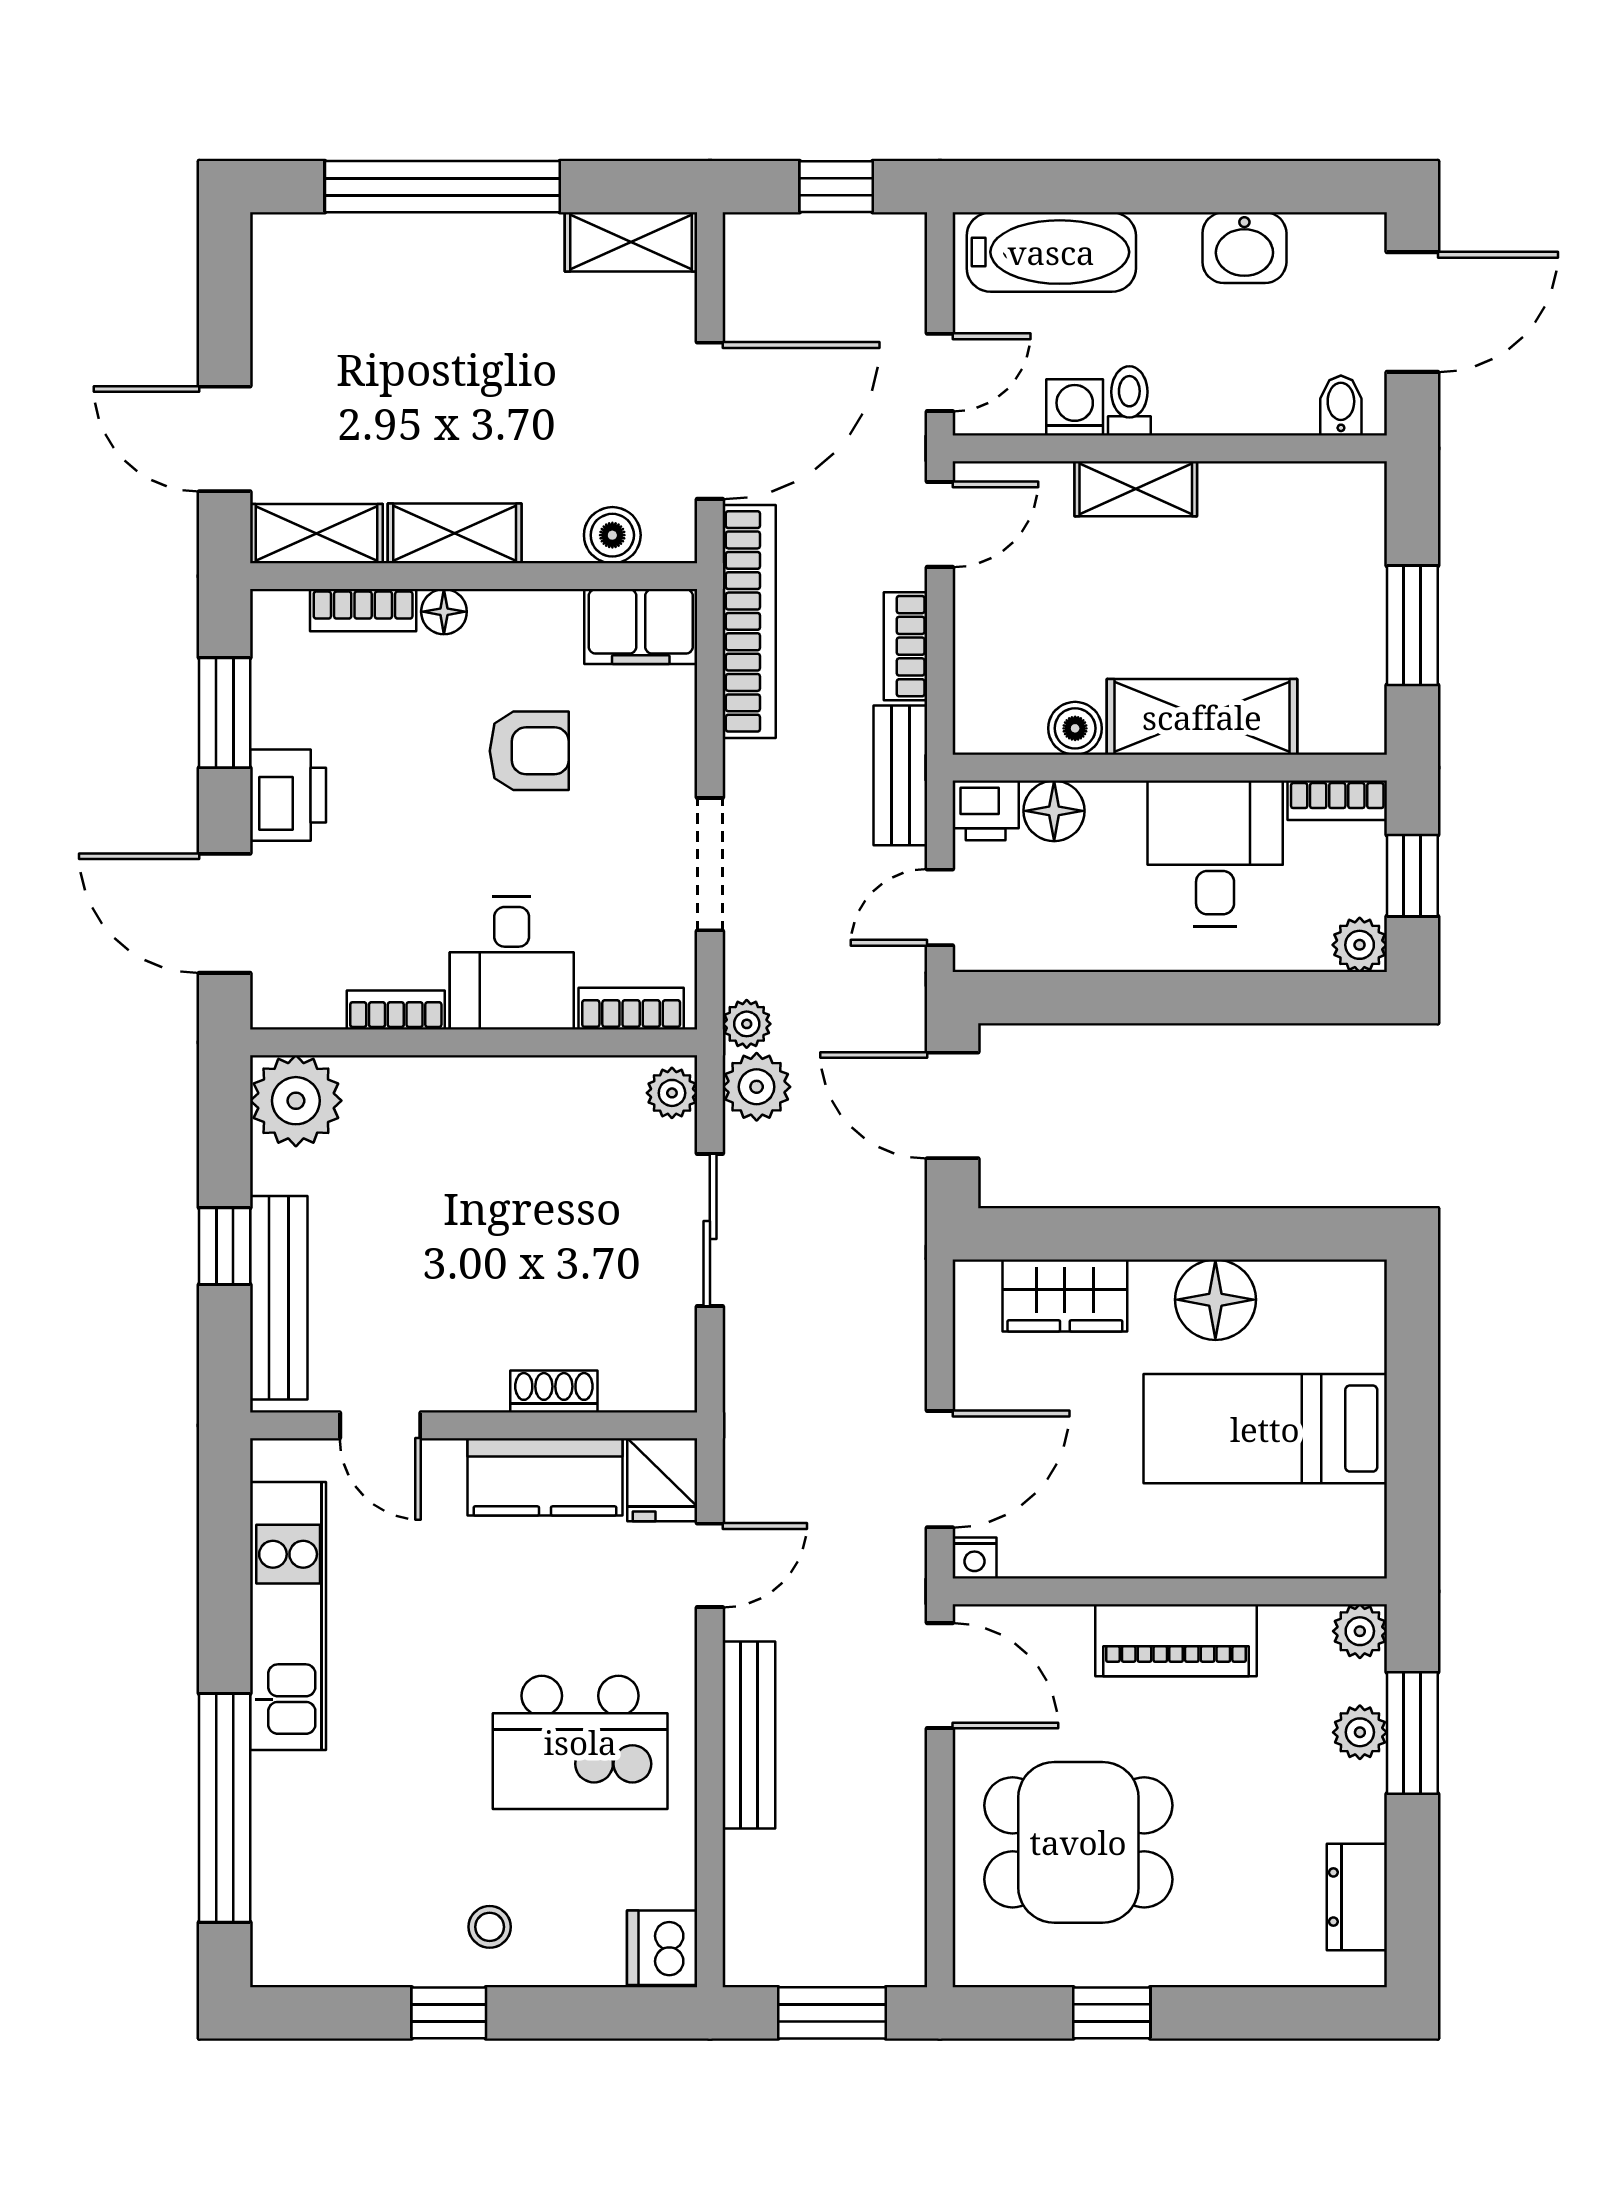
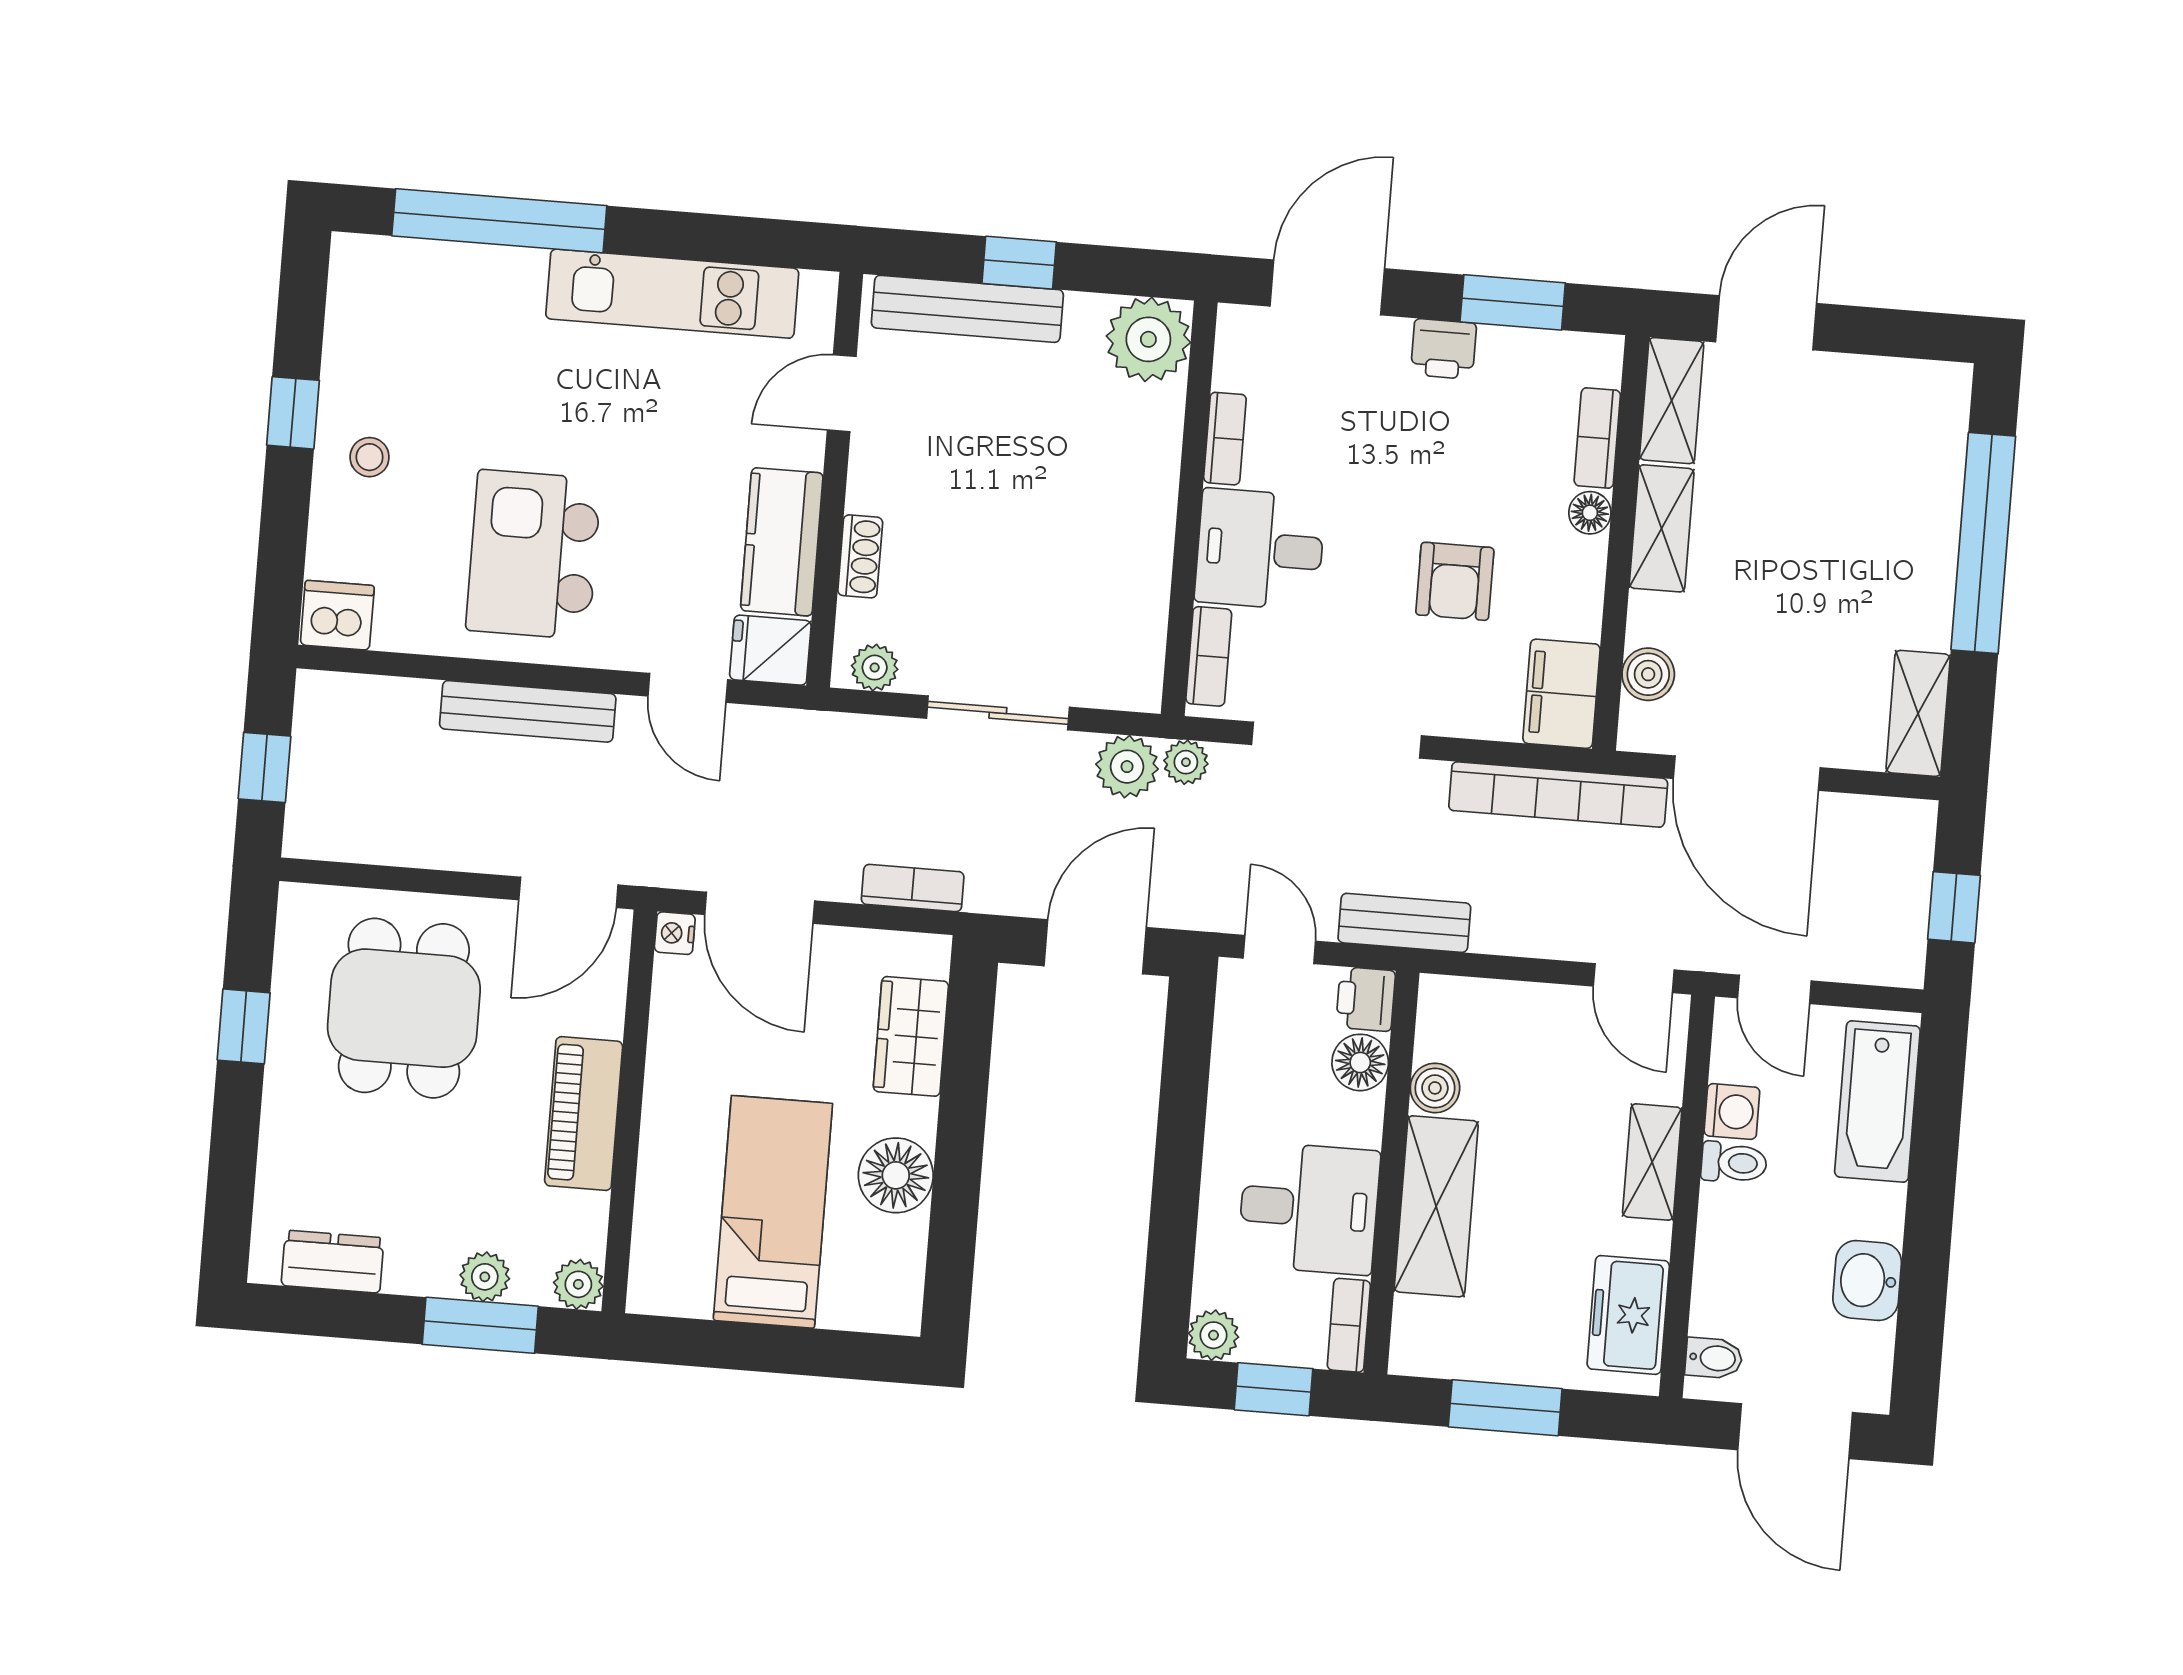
freezer: (1302, 501) -> (1628, 1315), added
bookcase: (905, 646) -> (913, 888), moved
printer: (288, 795) -> (1444, 349), width x0.73, depth x0.81
doorway: (710, 864) -> (1336, 740), width x1.36
plant: (672, 1093) -> (875, 668), moved
window: (832, 2013) -> (264, 767), width x0.67

